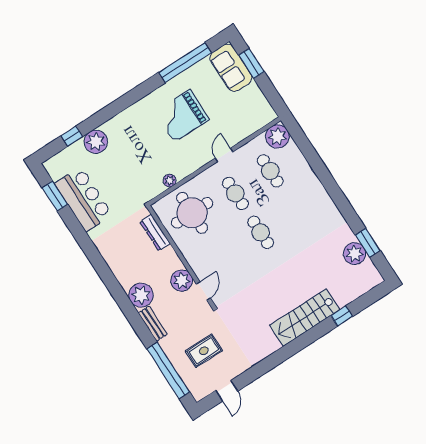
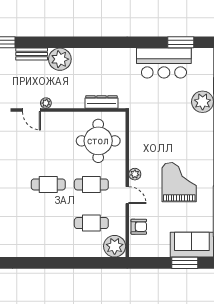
armchair: (246, 126) -> (139, 227), added
plant: (170, 181) -> (135, 174), moved
plant: (182, 281) -> (46, 103), width x0.53, depth x0.53

